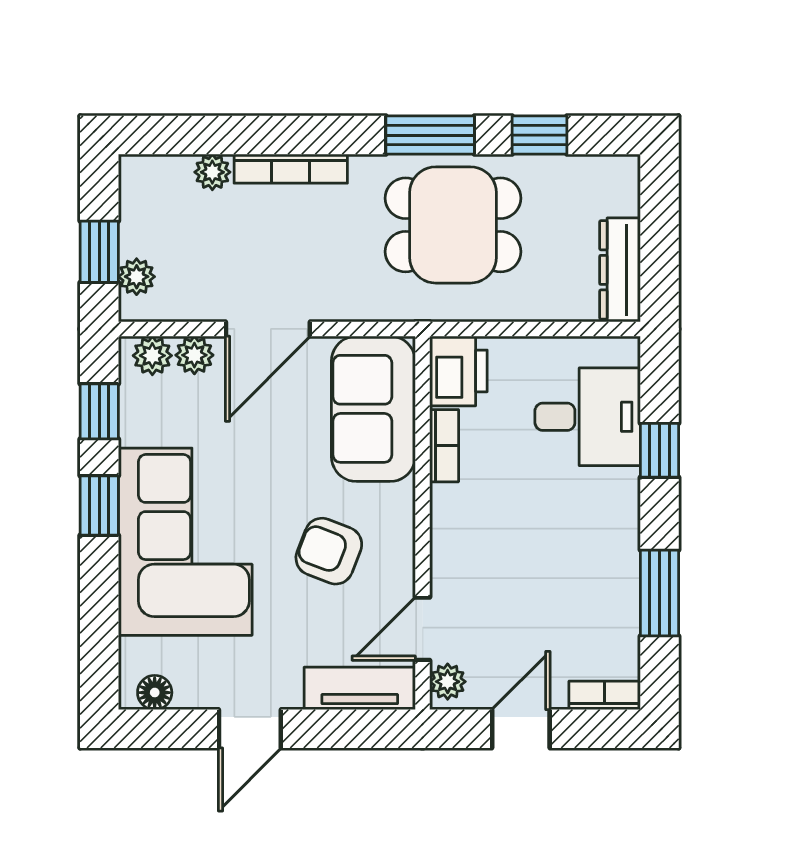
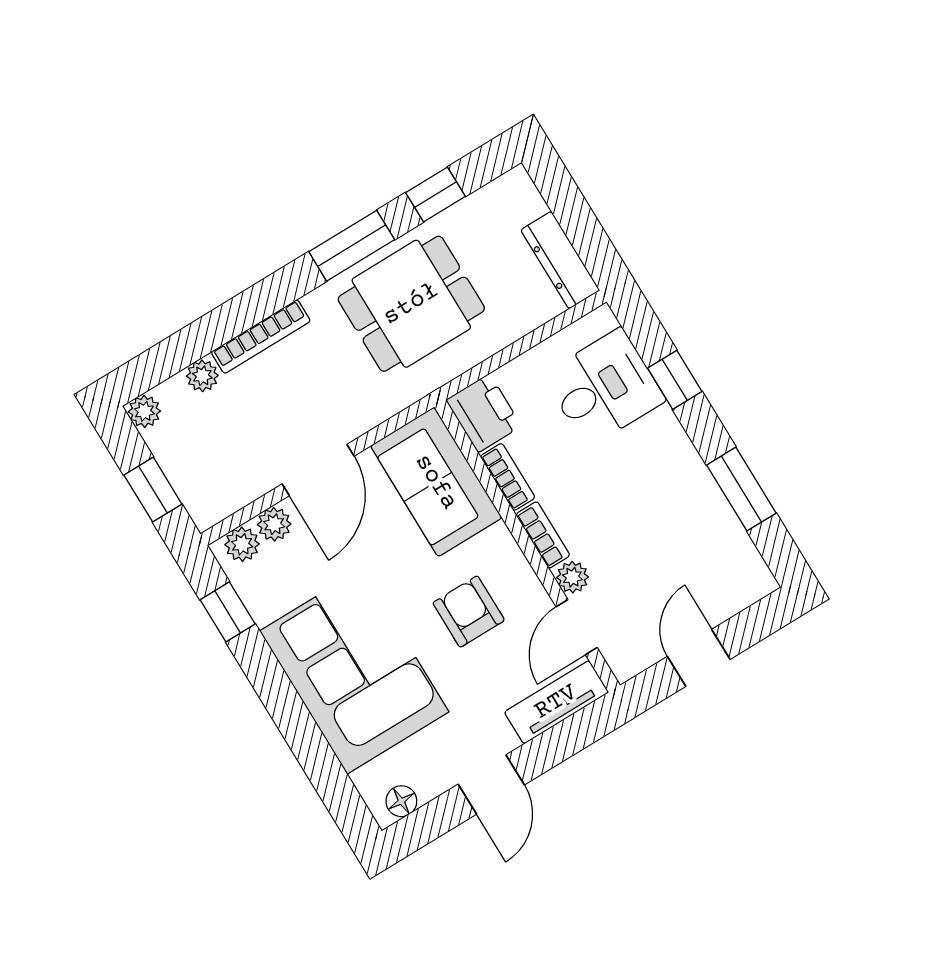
plant: (137, 277) -> (144, 411), moved
window: (99, 506) -> (272, 684), removed
armchair: (329, 551) -> (469, 612), turned 69
plant: (448, 682) -> (572, 577), moved
bookcase: (605, 695) -> (543, 535), moved, turned 90

